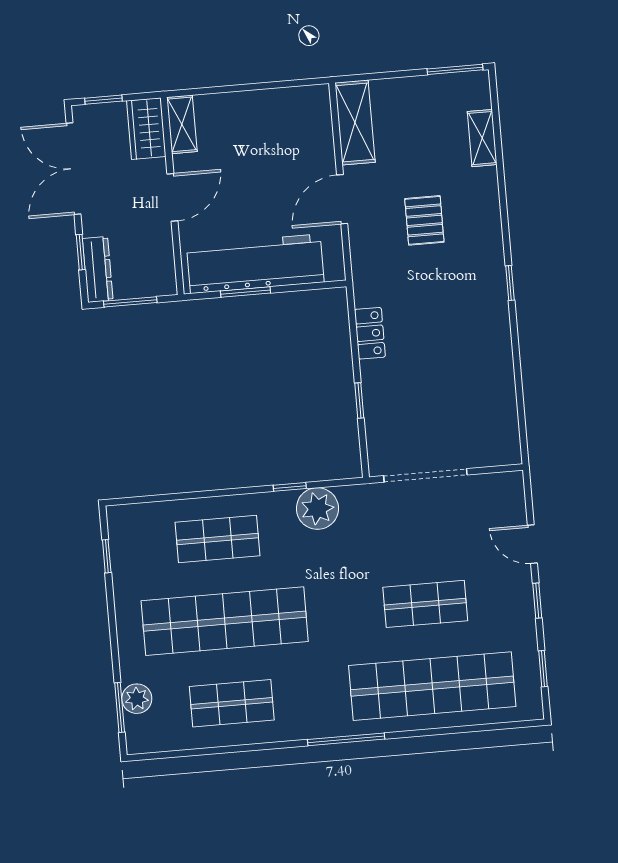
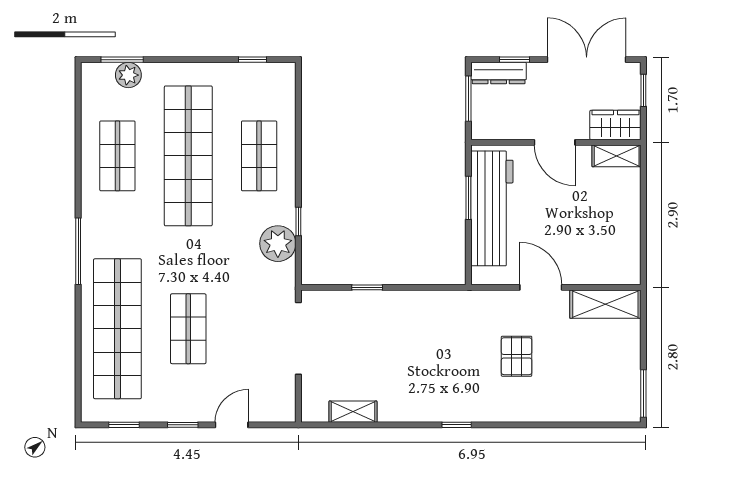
shelving: (482, 138) -> (353, 412), moved
pallet: (424, 220) -> (517, 356), turned 90
locker: (370, 333) -> (424, 301), removed

